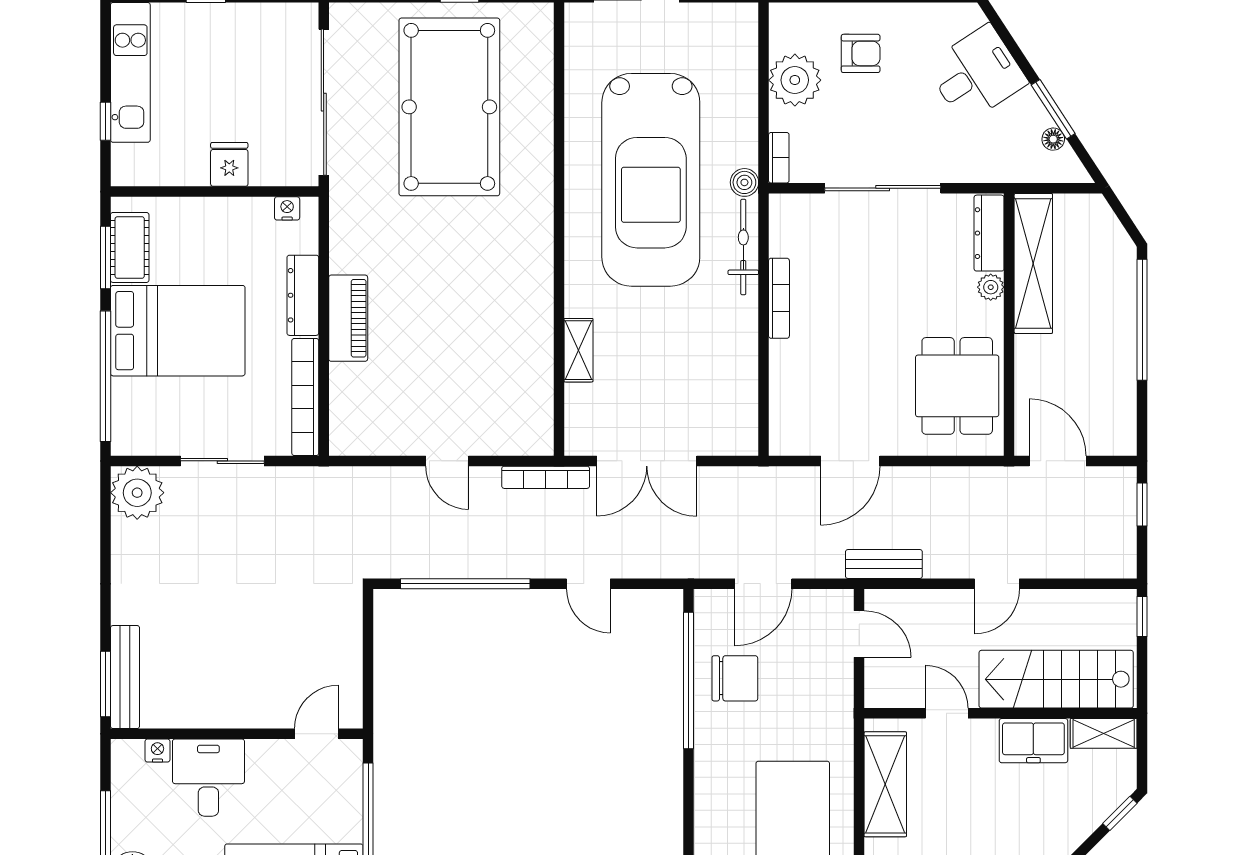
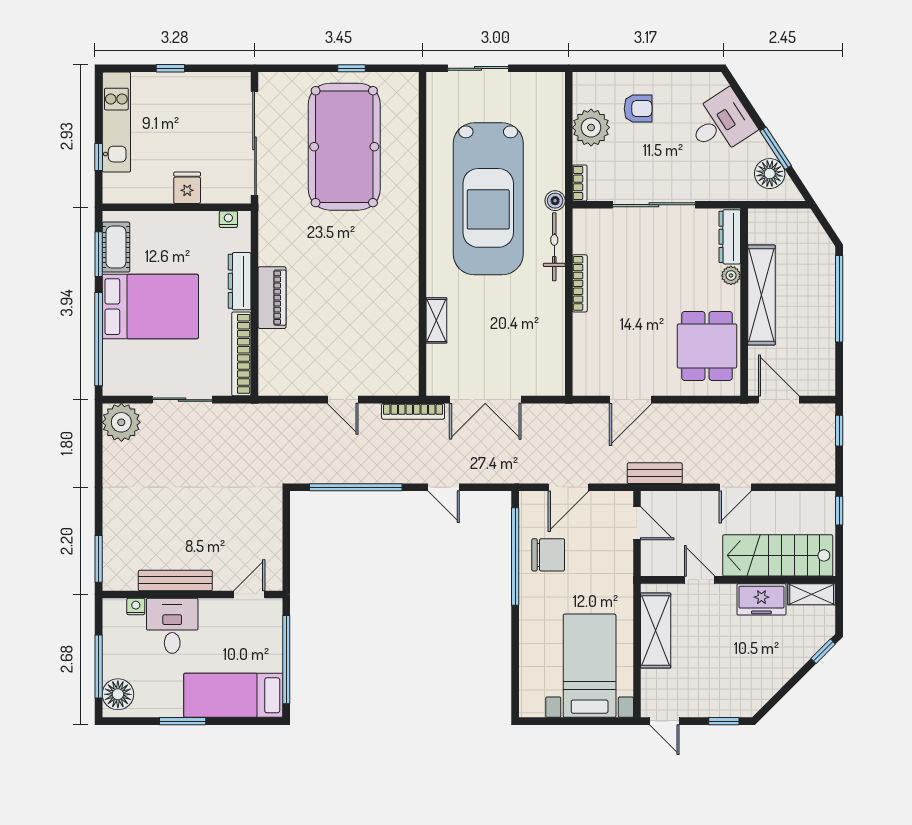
floor lamp: (1053, 139) -> (770, 174), width x1.89, depth x1.89
shelving: (1033, 263) -> (761, 295), moved
bench: (125, 677) -> (175, 580), moved, turned 90

